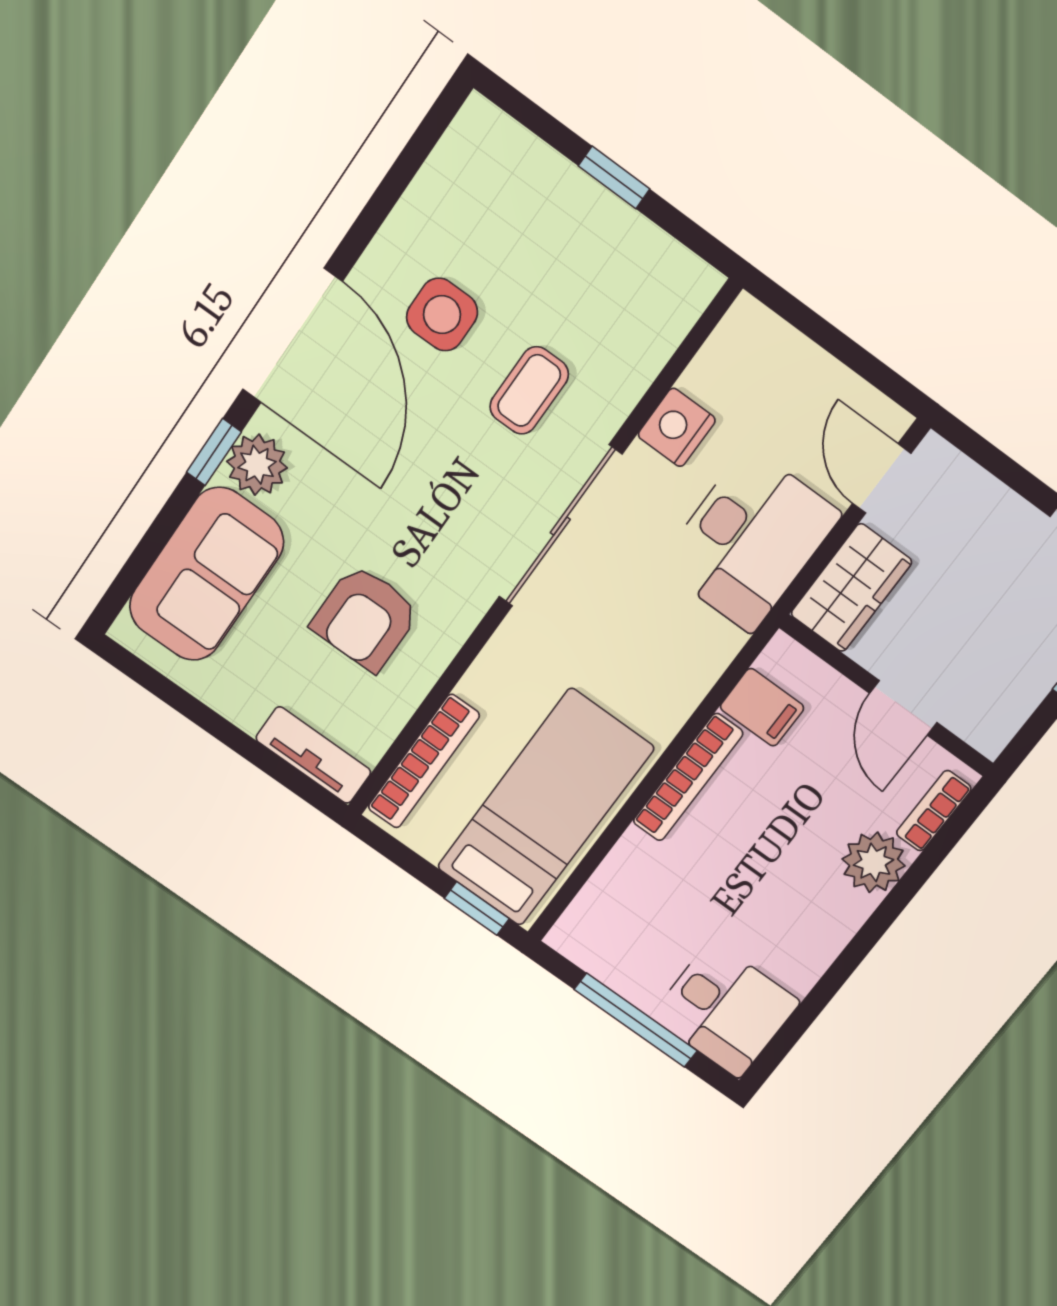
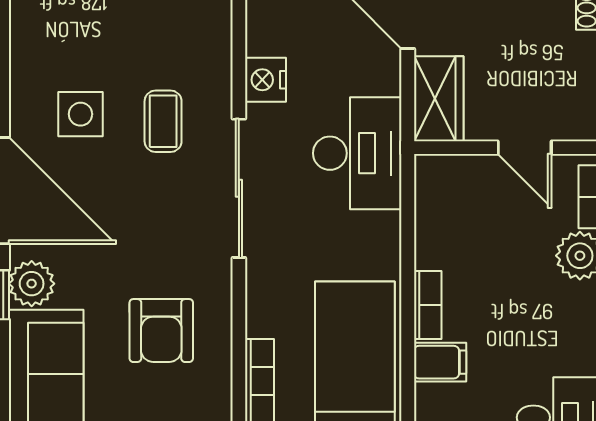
desk: (749, 540) -> (357, 153), moved
filing cabinet: (762, 707) -> (440, 362), moved
bookcase: (688, 777) -> (428, 305), width x0.64

